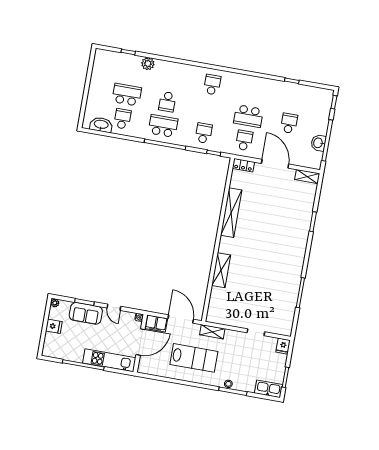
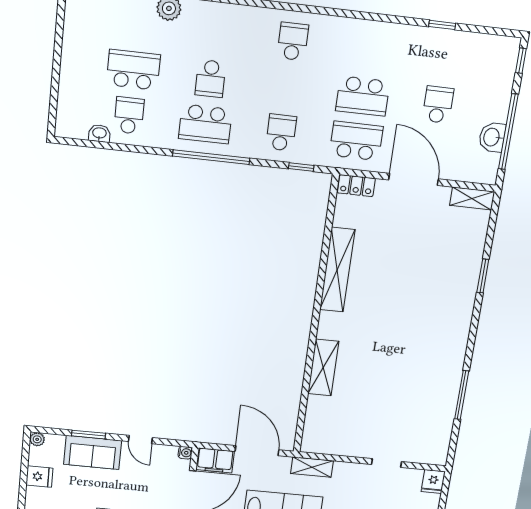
washbasin: (101, 125) -> (99, 133), width x0.52, depth x0.69
school desk: (163, 126) -> (205, 124), turned 180
school desk: (244, 140) -> (356, 141), width x1.85

